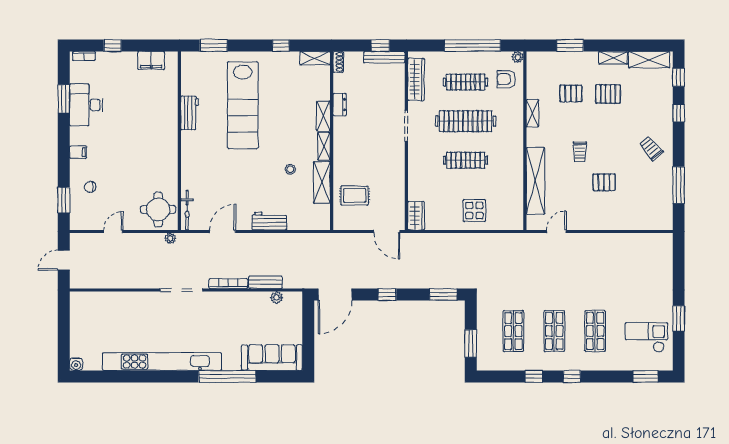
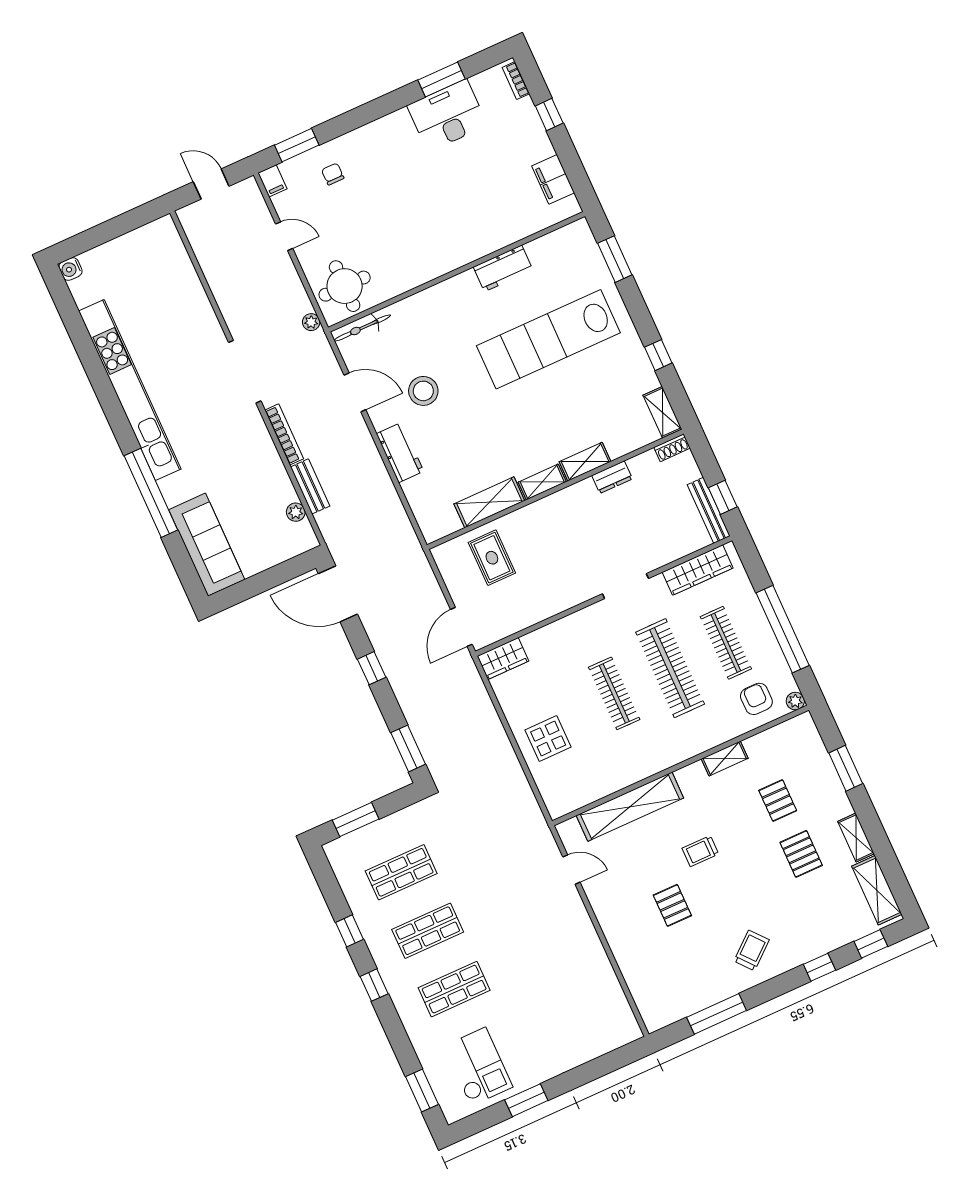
filing cabinet: (78, 152) -> (272, 181), moved
stool: (290, 169) -> (423, 391), moved, width x1.89, depth x1.89

